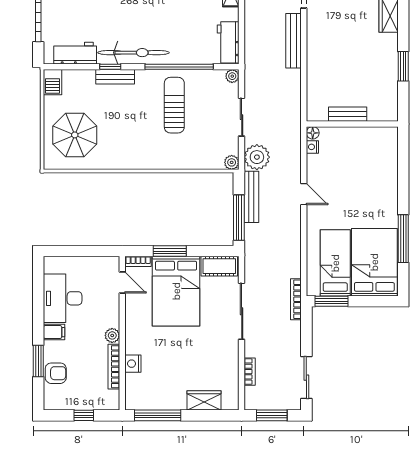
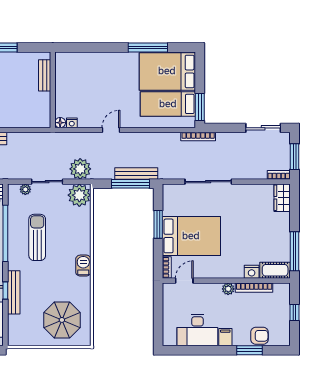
plant: (232, 76) -> (25, 189), moved
bench: (115, 77) -> (14, 292), width x1.36
barbecue: (53, 82) -> (83, 266), moved, turned -90
sun lounger: (174, 105) -> (37, 237), turned 90
bench: (348, 114) -> (45, 75), moved
plant: (232, 162) -> (79, 195), width x1.87, depth x1.87
bench: (251, 197) -> (136, 174), moved
window: (170, 251) -> (158, 224), moved
cot: (219, 266) -> (275, 270), moved, turned 90
bookcase: (250, 372) -> (279, 175), moved
armchair: (56, 373) -> (259, 336), turned 90
wardrobe: (204, 400) -> (282, 198), moved

